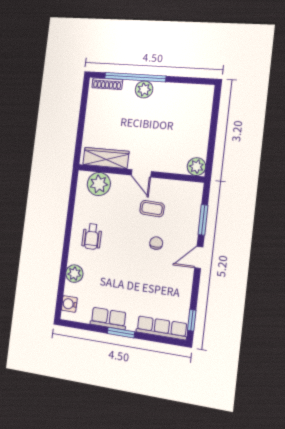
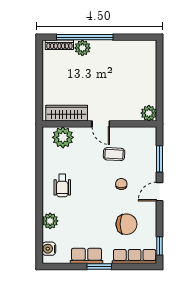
plant: (144, 89) -> (82, 48), moved
chair: (157, 289) -> (126, 224), added

